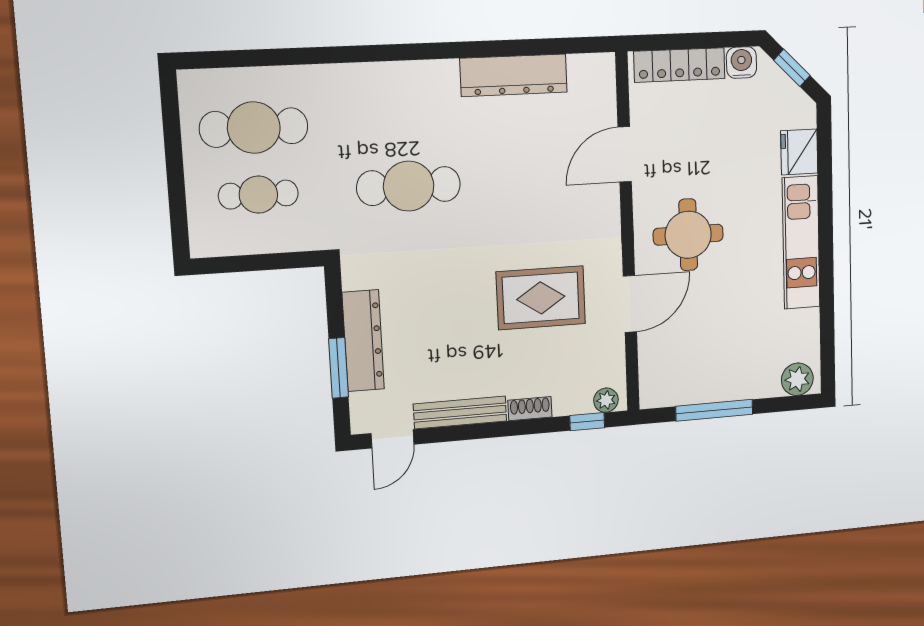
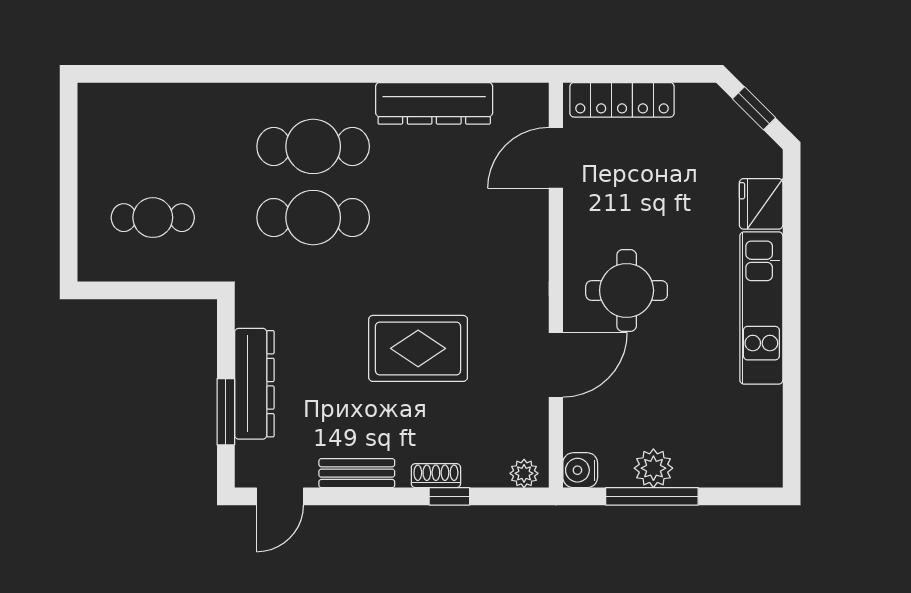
water cooler: (741, 63) -> (580, 470), moved, turned -90
cafe table: (254, 128) -> (313, 146), moved
door: (625, 154) -> (556, 158), moved
rug: (541, 298) -> (418, 348), moved
plant: (797, 379) -> (653, 468), moved
bench: (460, 413) -> (357, 473), width x0.73
window: (587, 422) -> (449, 496), moved

